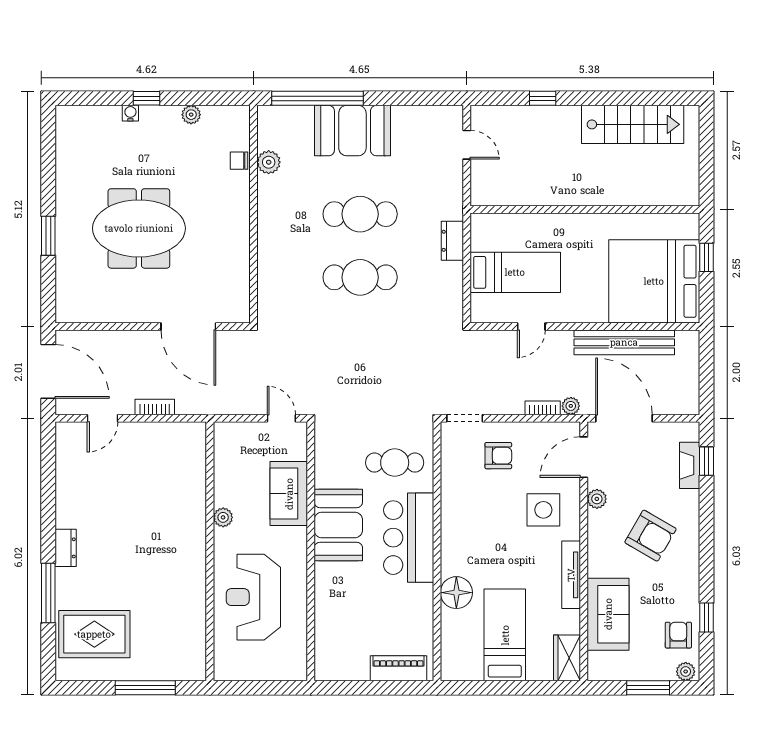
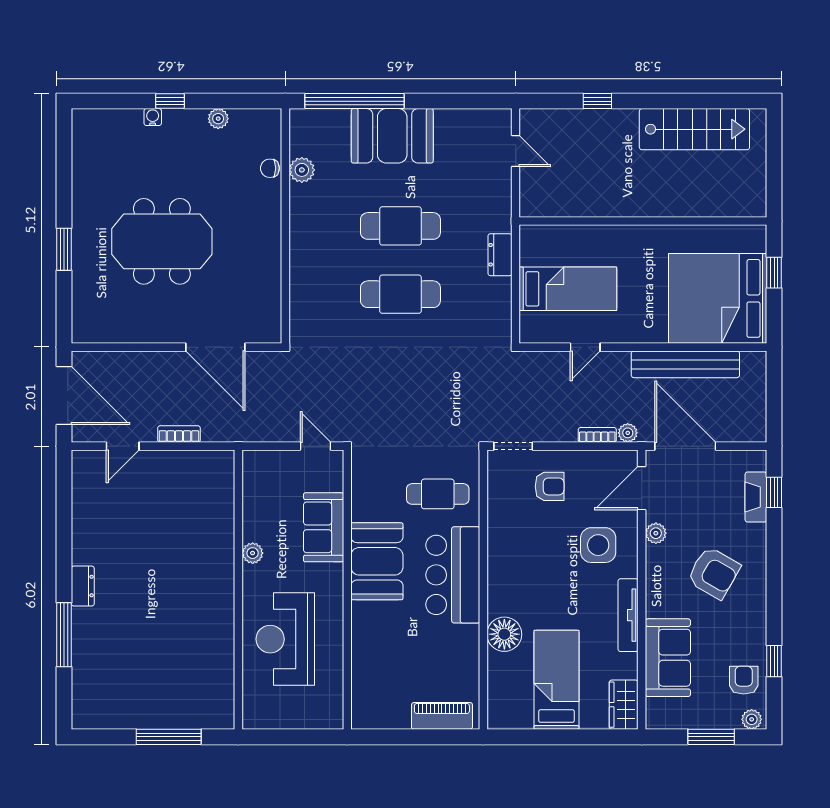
rug: (94, 634) -> (114, 679), removed

